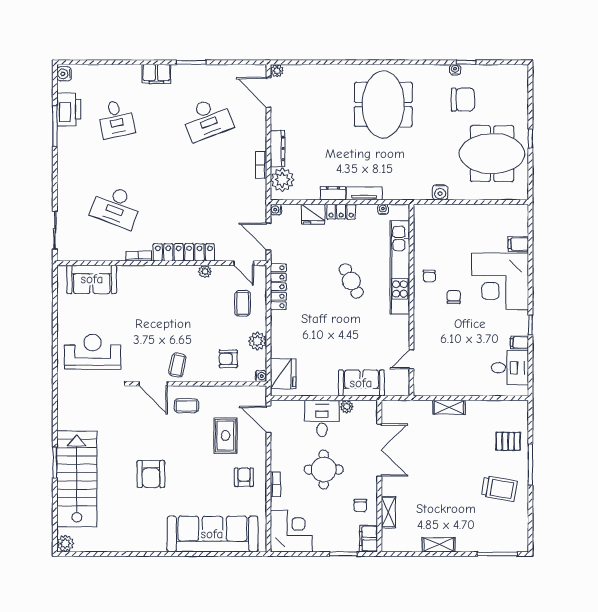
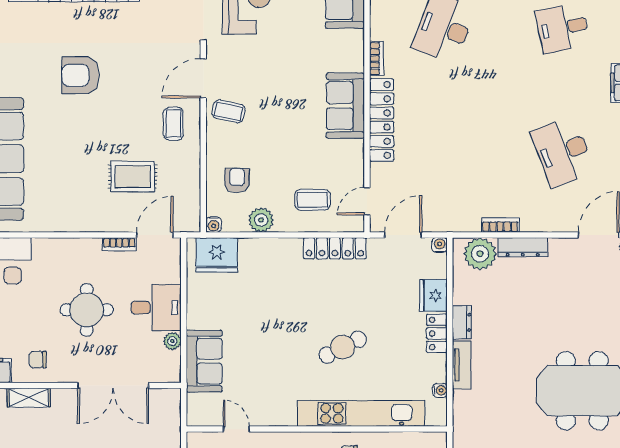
plant: (205, 271) -> (356, 149), removed
sofa: (173, 279) -> (345, 106), added
armchair: (244, 477) -> (76, 202), removed
bookcase: (275, 484) -> (119, 244), moved

